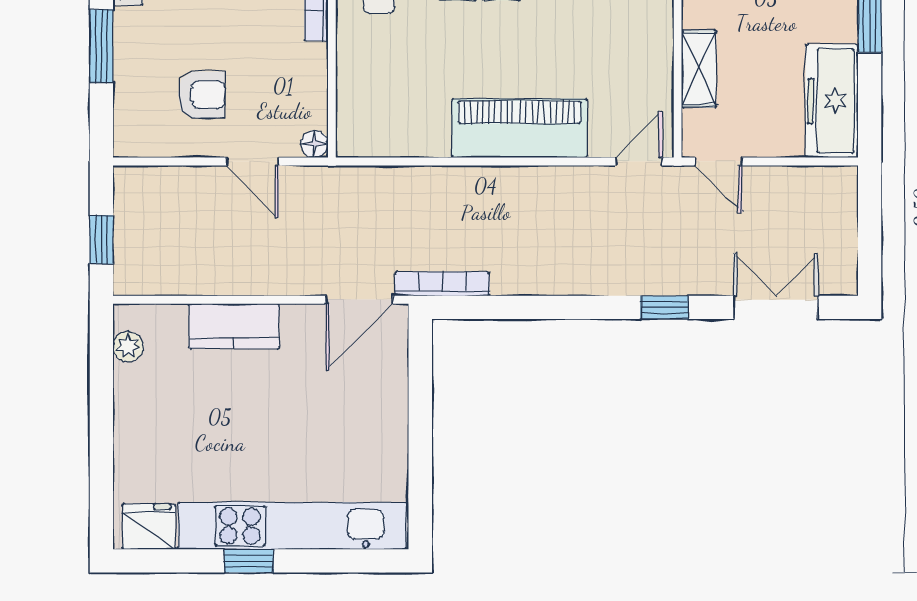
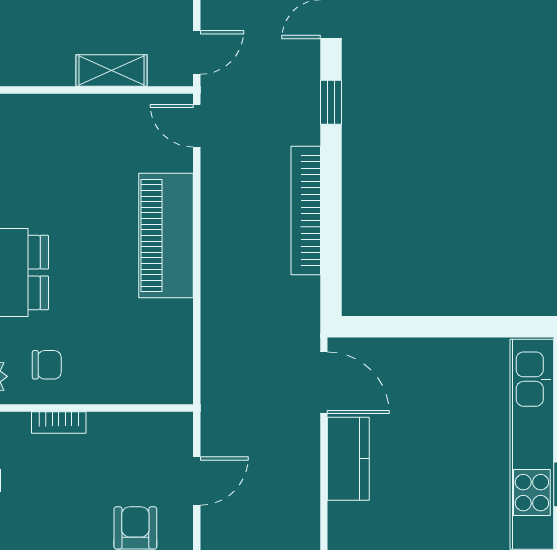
floor lamp: (314, 144) -> (181, 424), removed
bookcase: (442, 284) -> (306, 211), moved, width x1.48, depth x1.31
kitchen counter: (234, 326) -> (348, 459), moved

